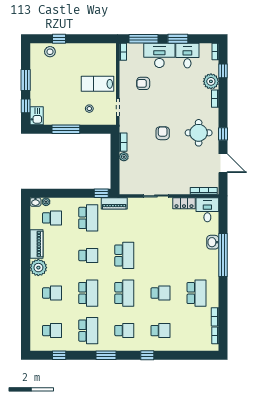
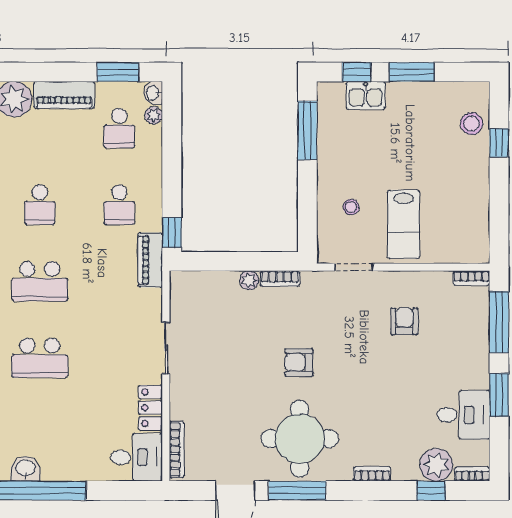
desk: (159, 55) -> (464, 356), removed
plant: (211, 81) -> (436, 465), moved
lab bench: (97, 84) -> (404, 224), turned 180
kitchen sink: (37, 116) -> (366, 95), moved
window: (66, 129) -> (307, 131), moved
armchair: (163, 133) -> (299, 362), turned 180
round table: (199, 133) -> (300, 439), width x1.36, depth x1.36
window: (223, 134) -> (297, 491), width x2.17
school desk: (88, 218) -> (119, 205), width x0.54
window: (26, 219) -> (118, 72), added
washbasin: (213, 242) -> (25, 469), moved
school desk: (160, 255) -> (40, 358), added

